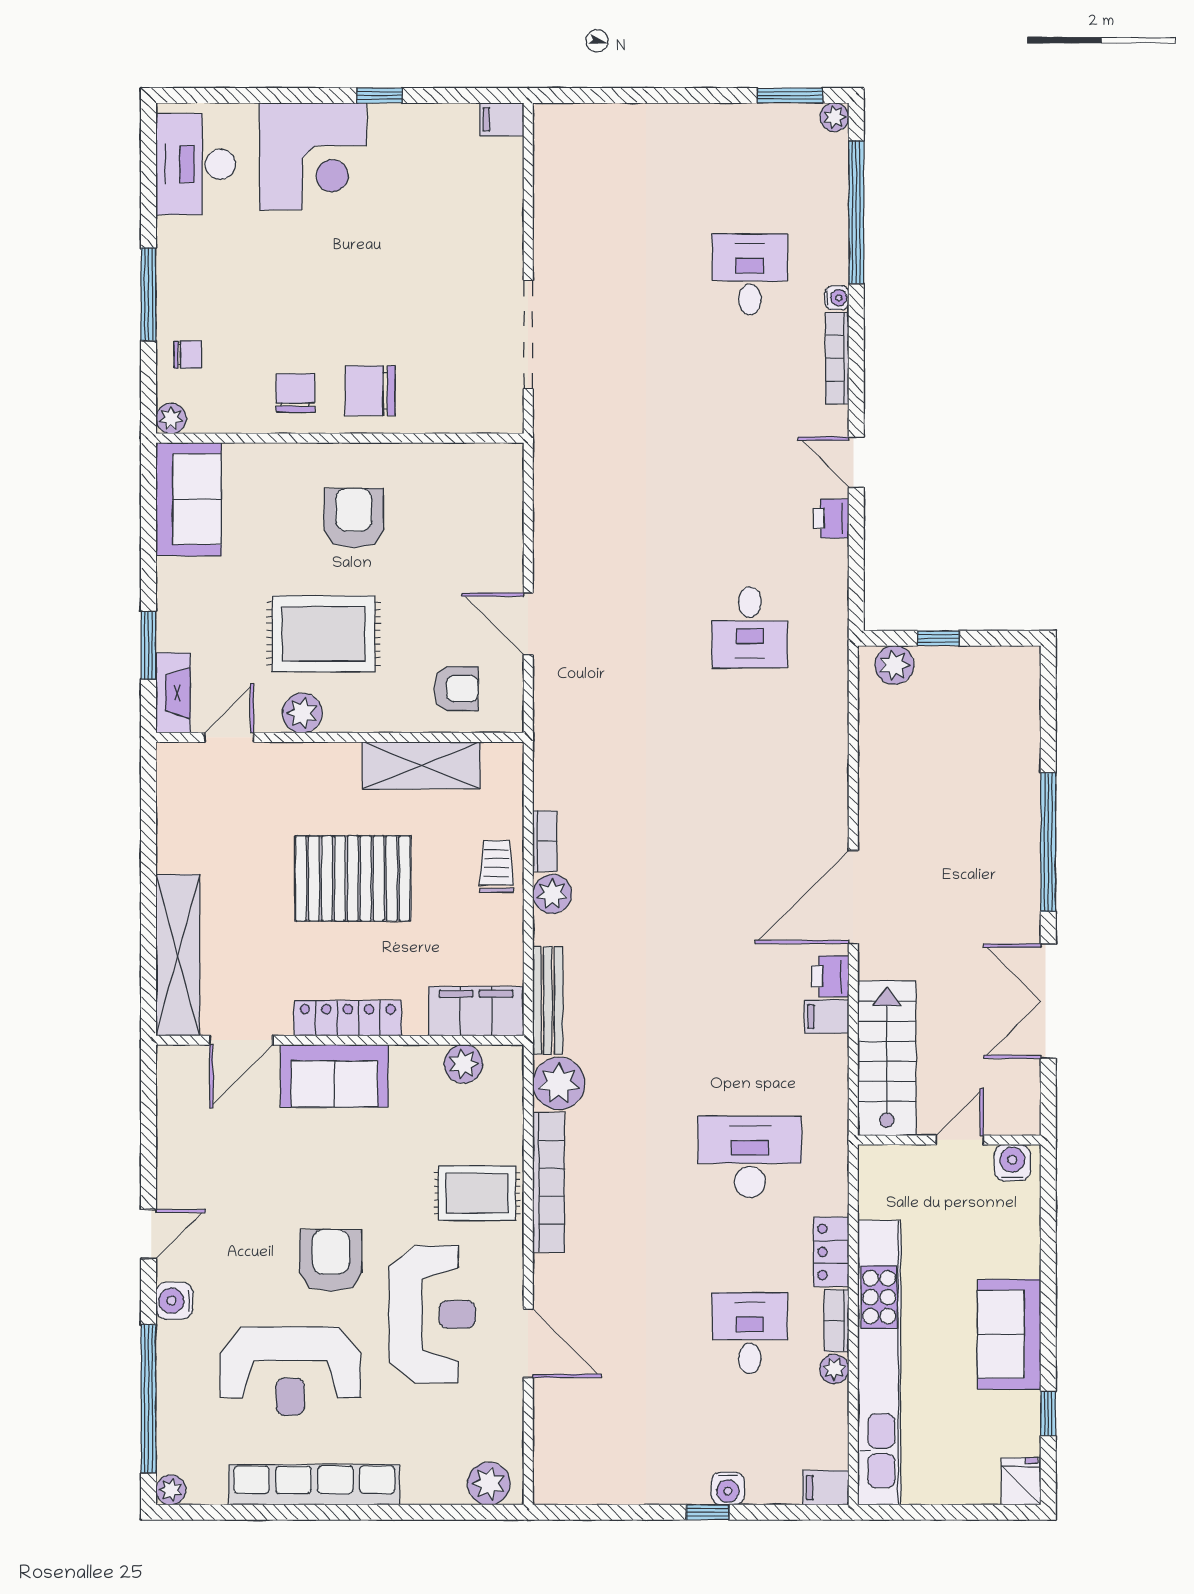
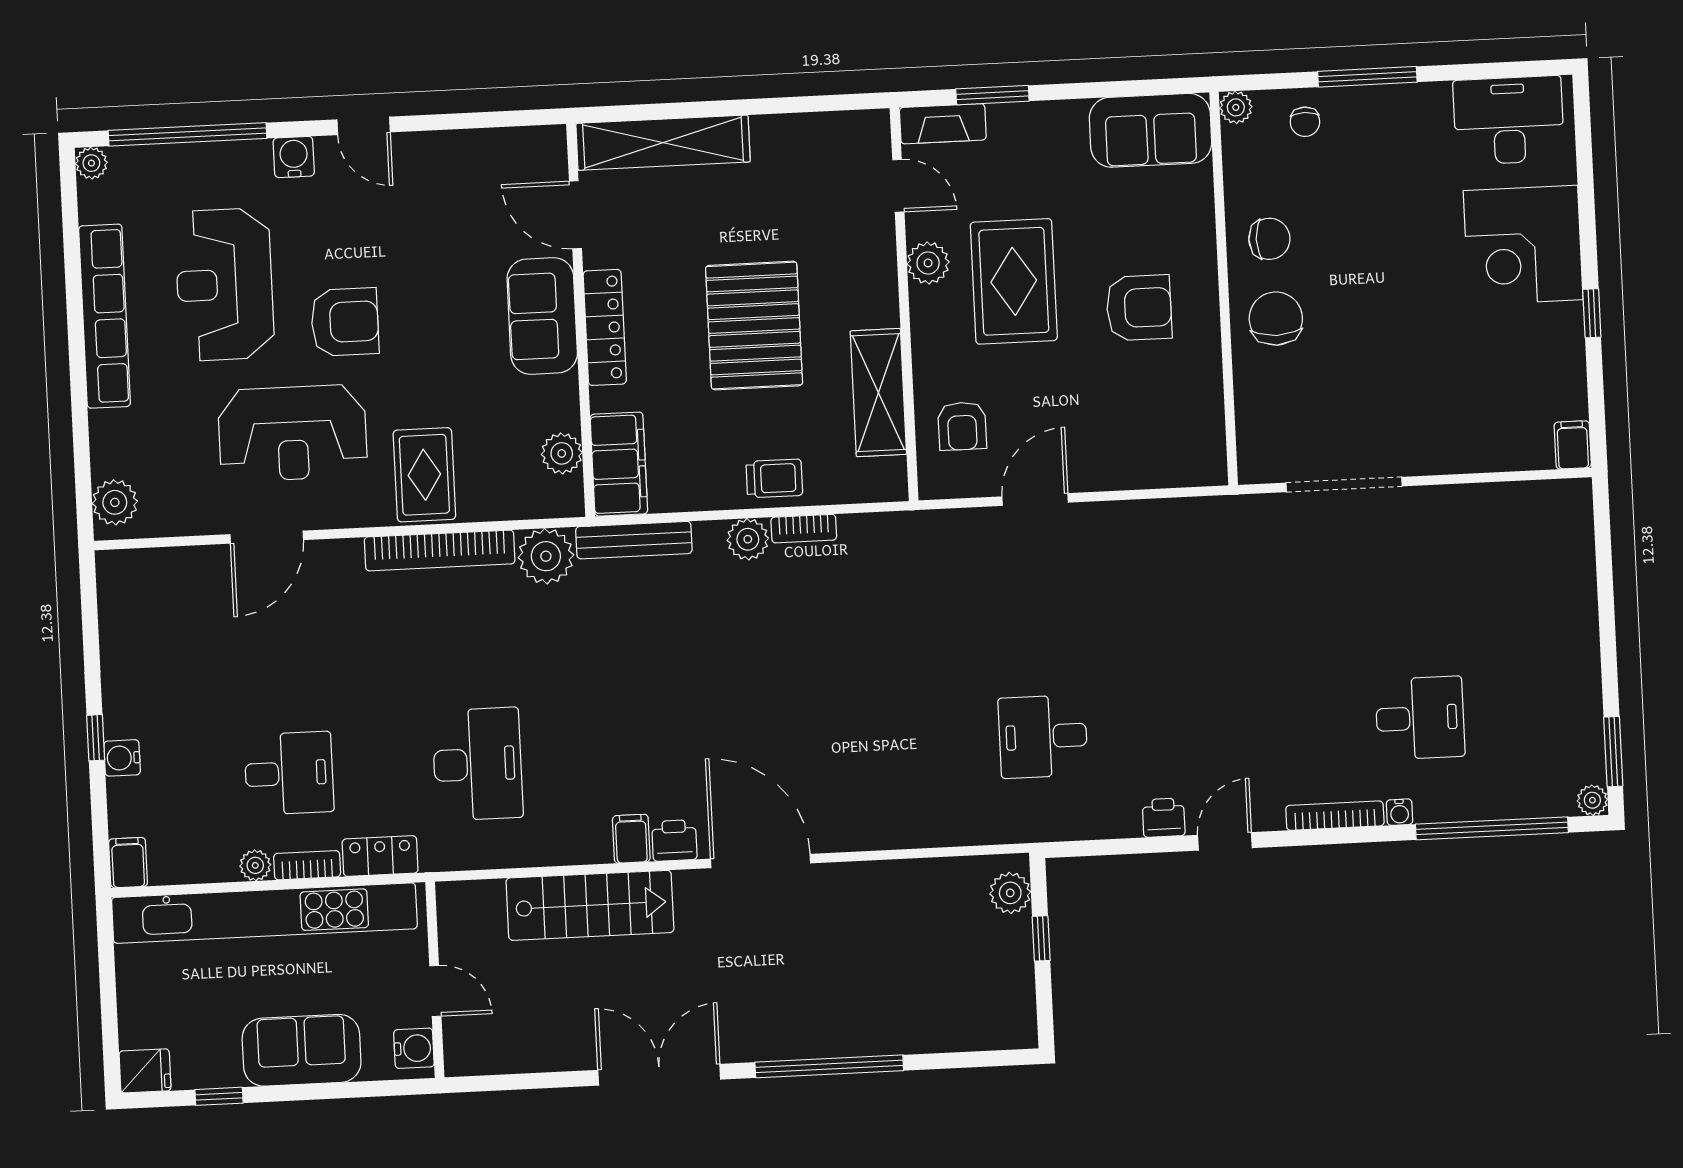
wall: (949, 1140) -> (435, 980), moved
door: (960, 1140) -> (435, 991), moved
water cooler: (1012, 1163) -> (414, 1048), moved

